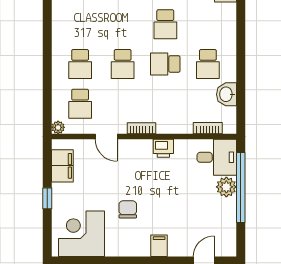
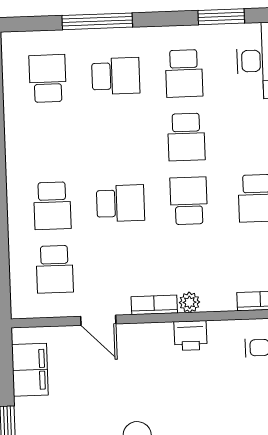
school desk: (123, 64) -> (120, 203), turned -90
school desk: (165, 64) -> (189, 201), turned 90
plant: (58, 127) -> (189, 302), moved

